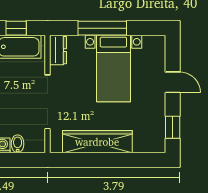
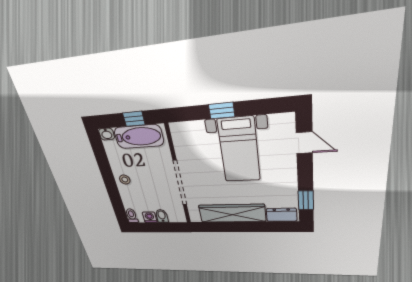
window: (102, 28) -> (222, 111), width x0.46
dresser: (58, 50) -> (282, 215), moved, turned -90
door: (173, 82) -> (304, 143), moved

